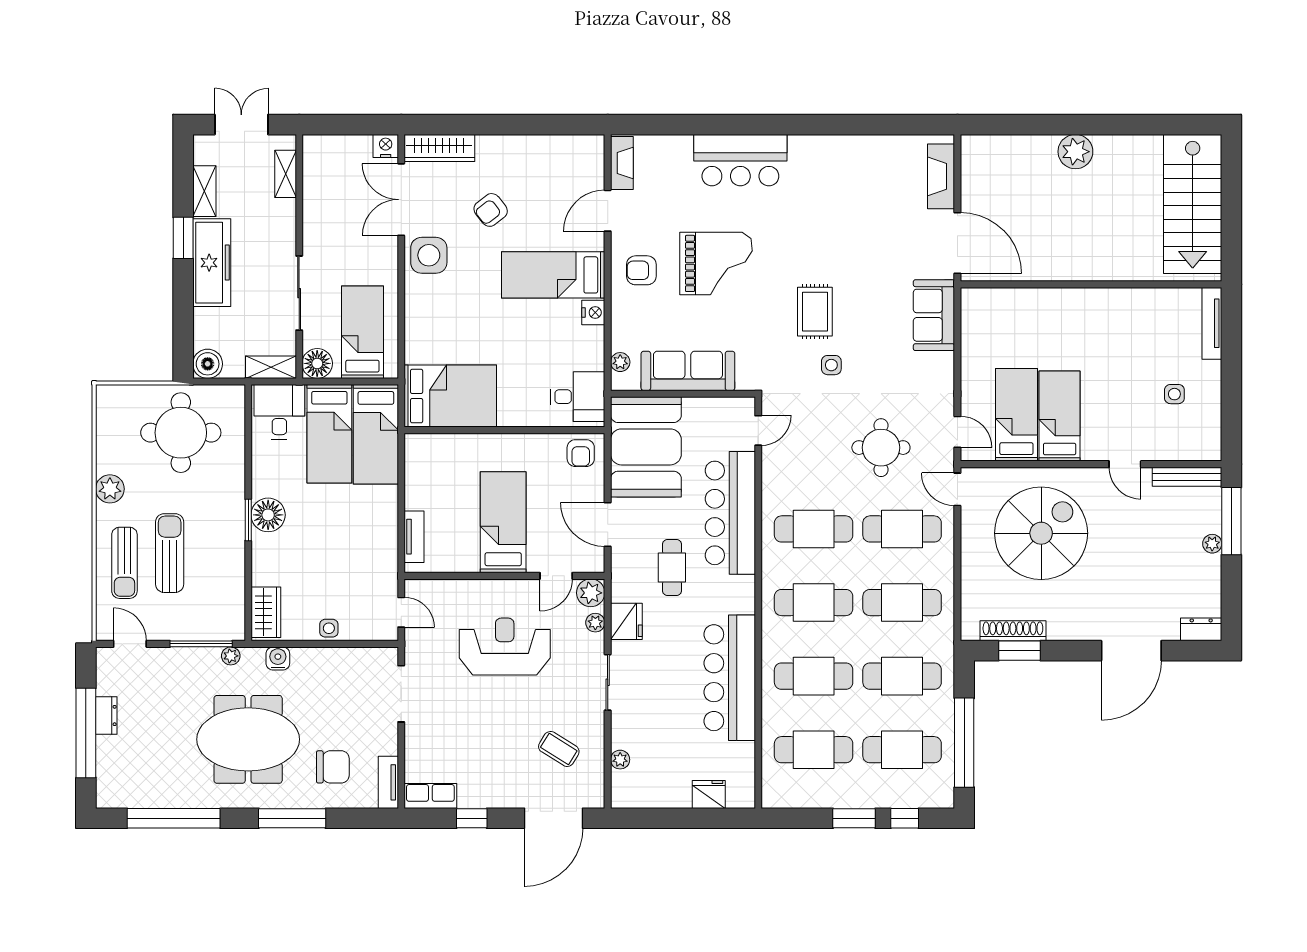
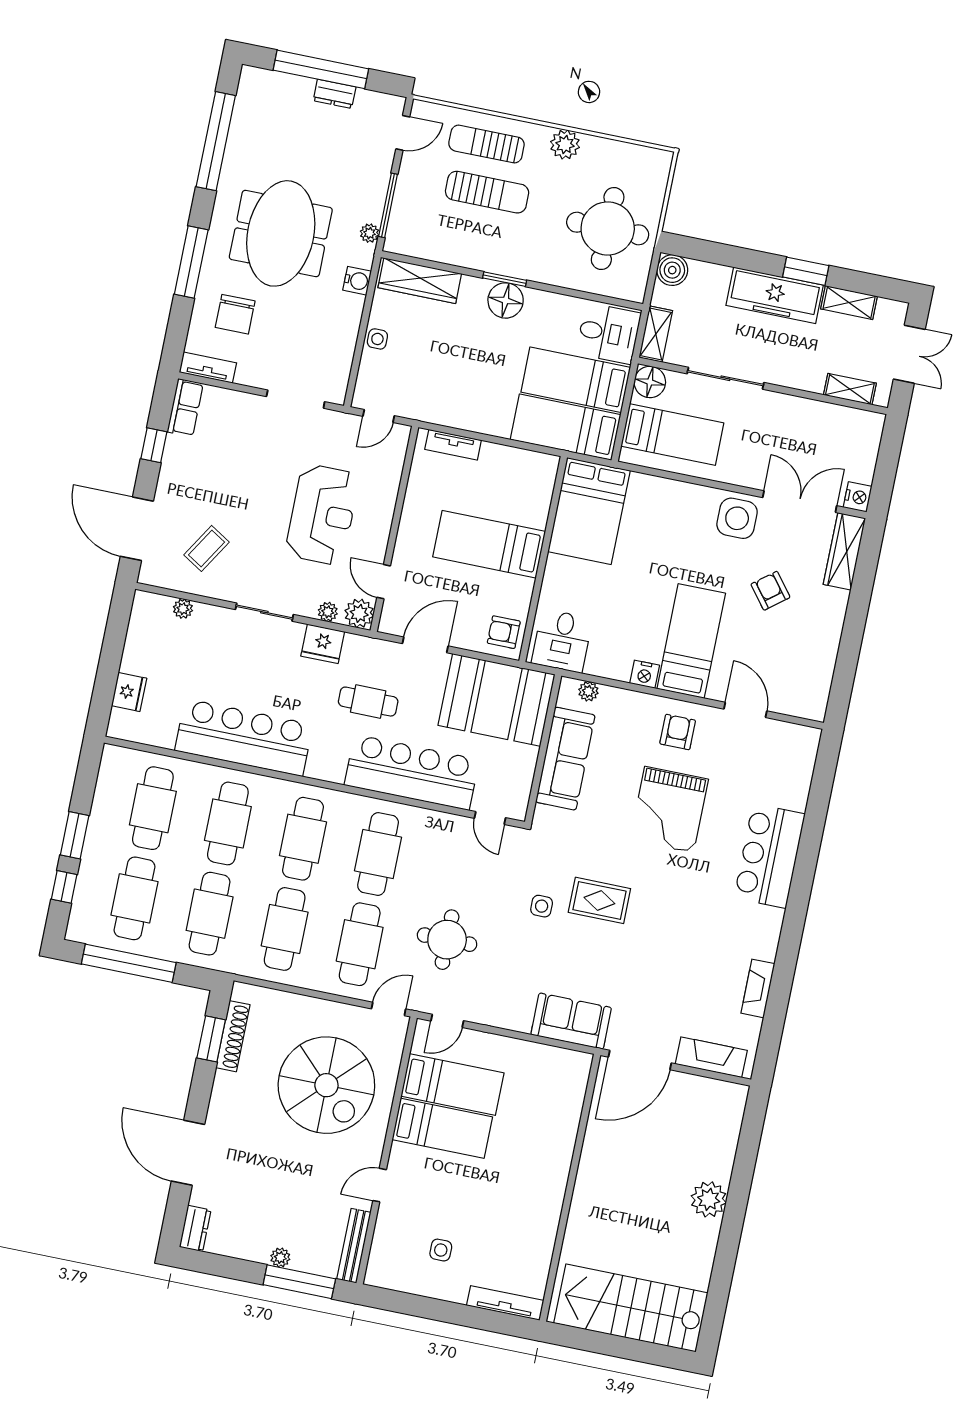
fireplace: (622, 163) -> (758, 988), moved, turned 90
bed: (503, 522) -> (489, 544), moved, turned 180
wardrobe: (266, 612) -> (420, 281), width x1.50

